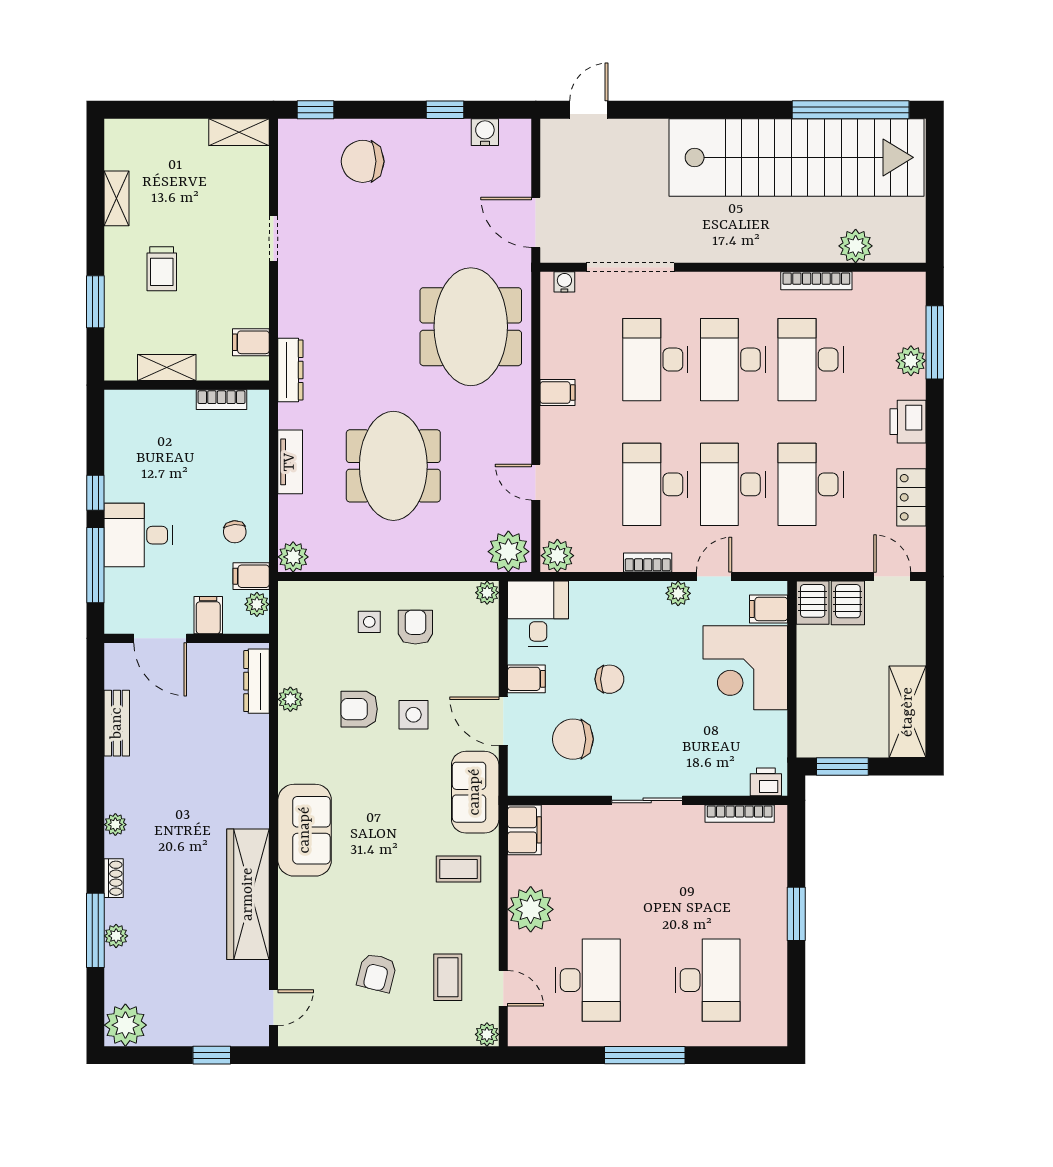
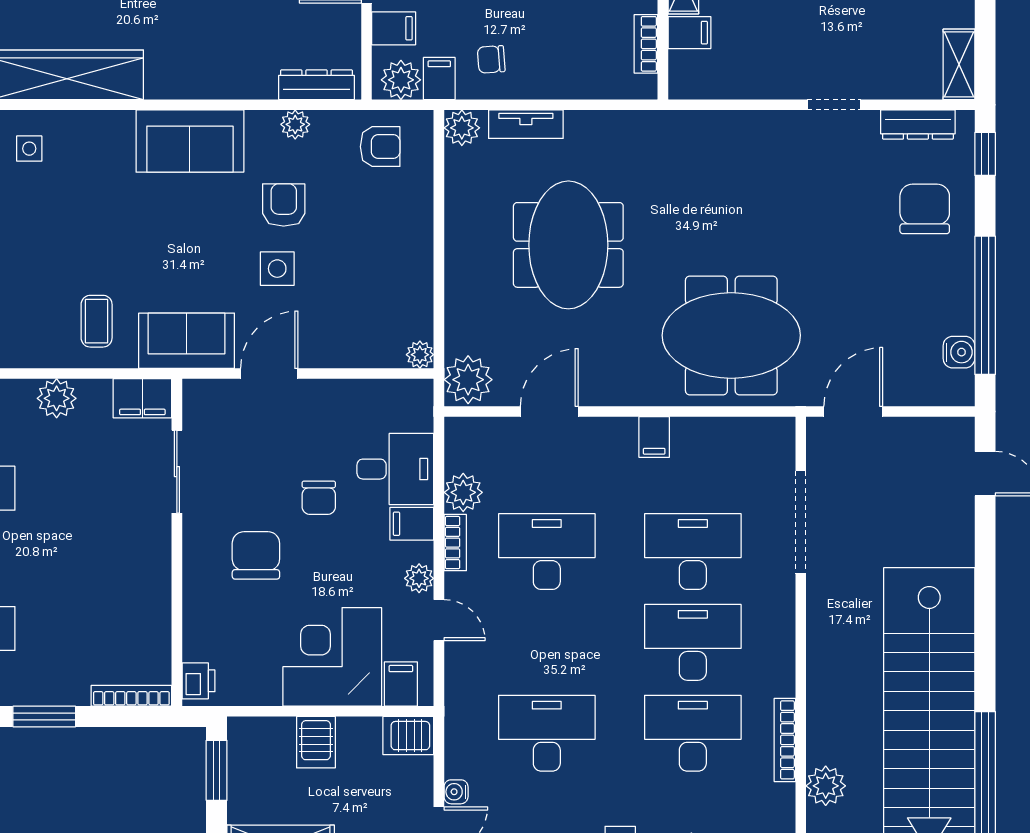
window: (445, 110) -> (985, 305), width x3.17
water cooler: (564, 282) -> (456, 792), moved, turned 180
filing cabinet: (251, 342) -> (689, 33), moved, turned 90
dresser: (290, 370) -> (918, 125), moved
tv unit: (290, 462) -> (526, 124), moved
meeting table: (393, 466) -> (568, 245), turned 90
door: (536, 482) -> (549, 411), width x1.38
desk: (733, 484) -> (547, 642), removed
plant: (557, 556) -> (463, 492), moved
server rack: (848, 603) -> (316, 742), moved, turned -90
plant: (257, 604) -> (401, 80), width x1.38, depth x1.38
desk: (538, 614) -> (395, 469), moved
side table: (369, 622) -> (29, 149), moved
armchair: (415, 627) -> (380, 147), moved
filing cabinet: (526, 679) -> (412, 524), moved, turned 90
chair: (573, 739) -> (256, 555), moved
sliding door: (647, 800) -> (177, 472), moved
bookcase: (740, 814) -> (131, 696), moved, turned 90
sofa: (305, 830) -> (190, 141), moved
plant: (531, 909) -> (57, 398), width x0.73, depth x0.73

